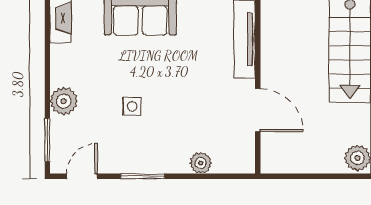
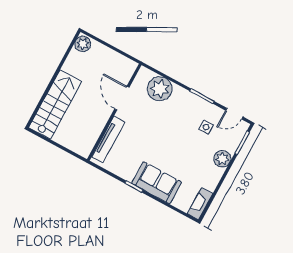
side table: (132, 106) -> (206, 127), moved
plant: (201, 163) -> (160, 89), width x1.88, depth x1.88

